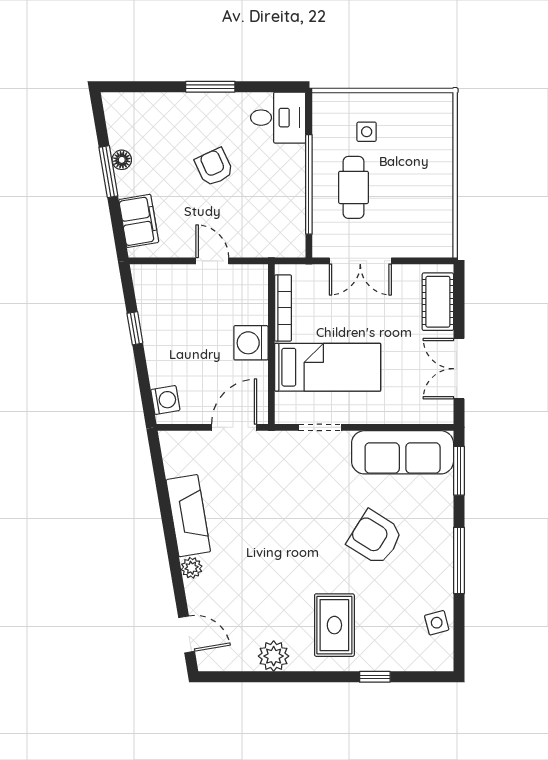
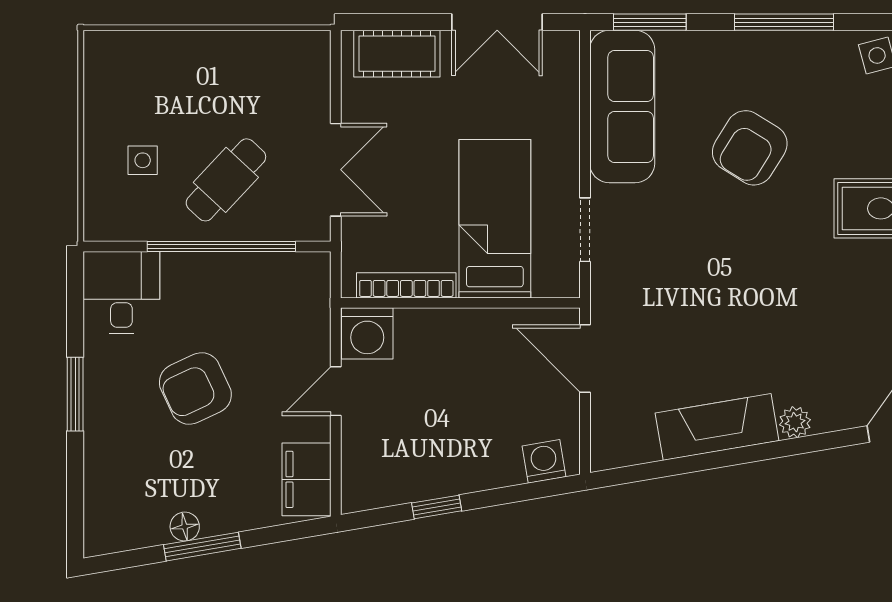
armchair: (214, 167) -> (195, 388), width x1.38, depth x1.38
cafe table: (353, 187) -> (226, 180), turned -47
filing cabinet: (139, 221) -> (306, 479), moved, turned -80
washing machine: (251, 343) -> (367, 333), moved

